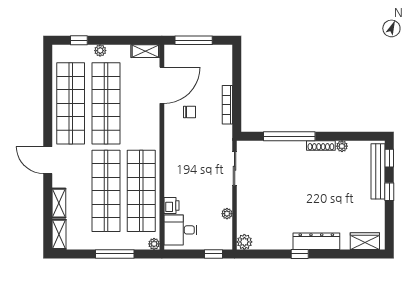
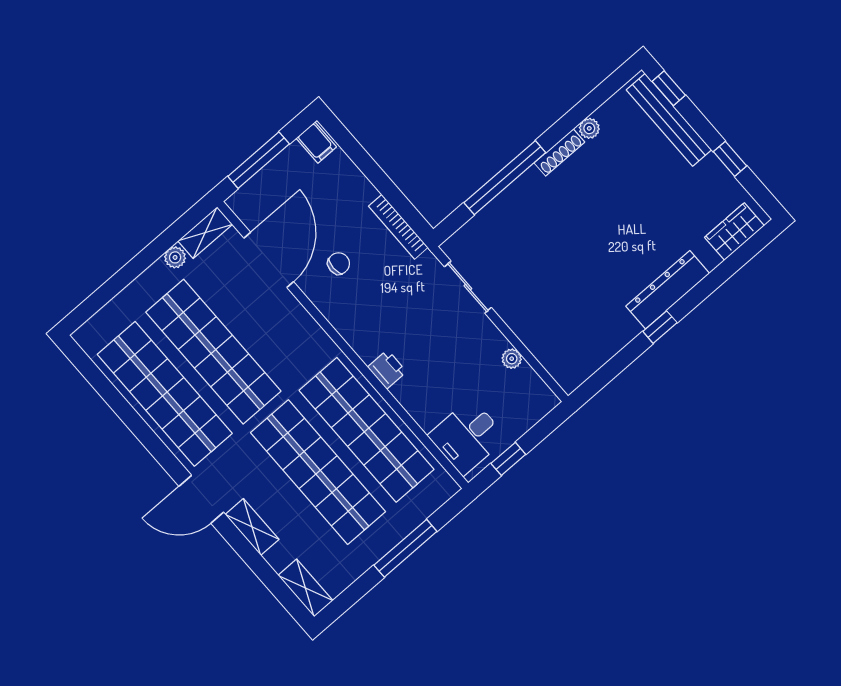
window: (79, 40) -> (101, 297), removed
plant: (100, 51) -> (175, 257), moved
filing cabinet: (224, 54) -> (316, 143), added
bookcase: (227, 105) -> (398, 227), moved
window: (389, 192) -> (730, 159), moved
shelving: (59, 203) -> (252, 527), moved
printer: (171, 205) -> (387, 369), moved
plant: (244, 242) -> (569, 377), removed
plant: (154, 244) -> (448, 487), removed
window: (213, 254) -> (508, 459), moved

